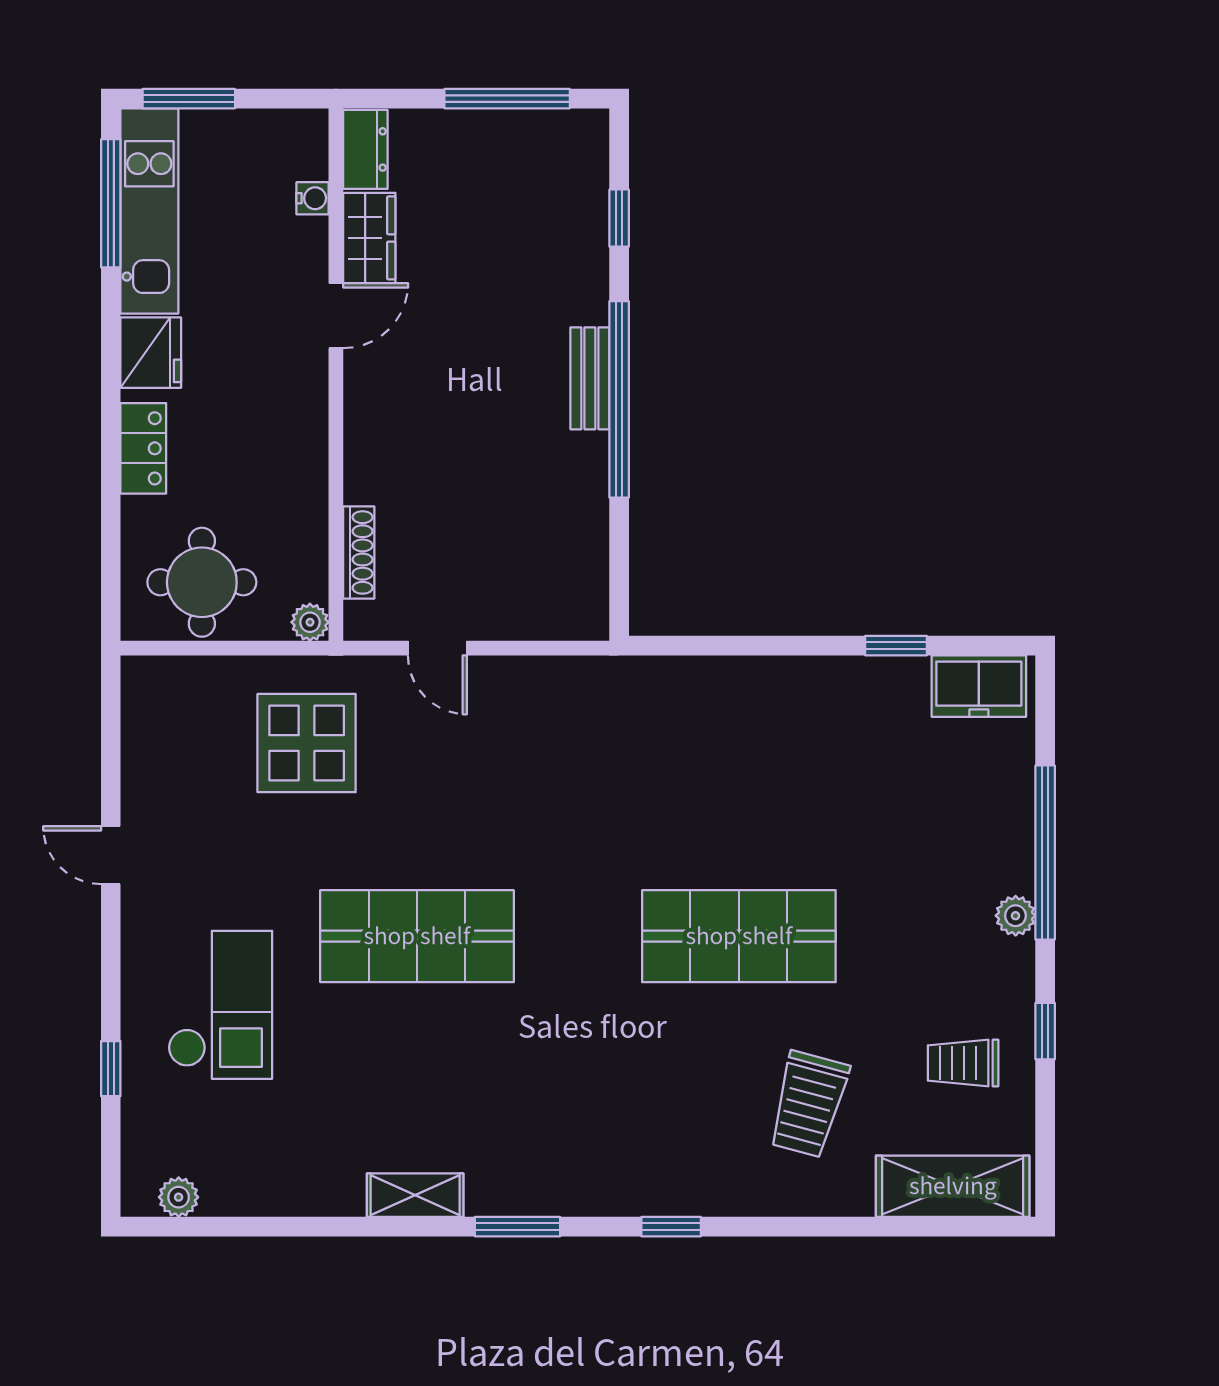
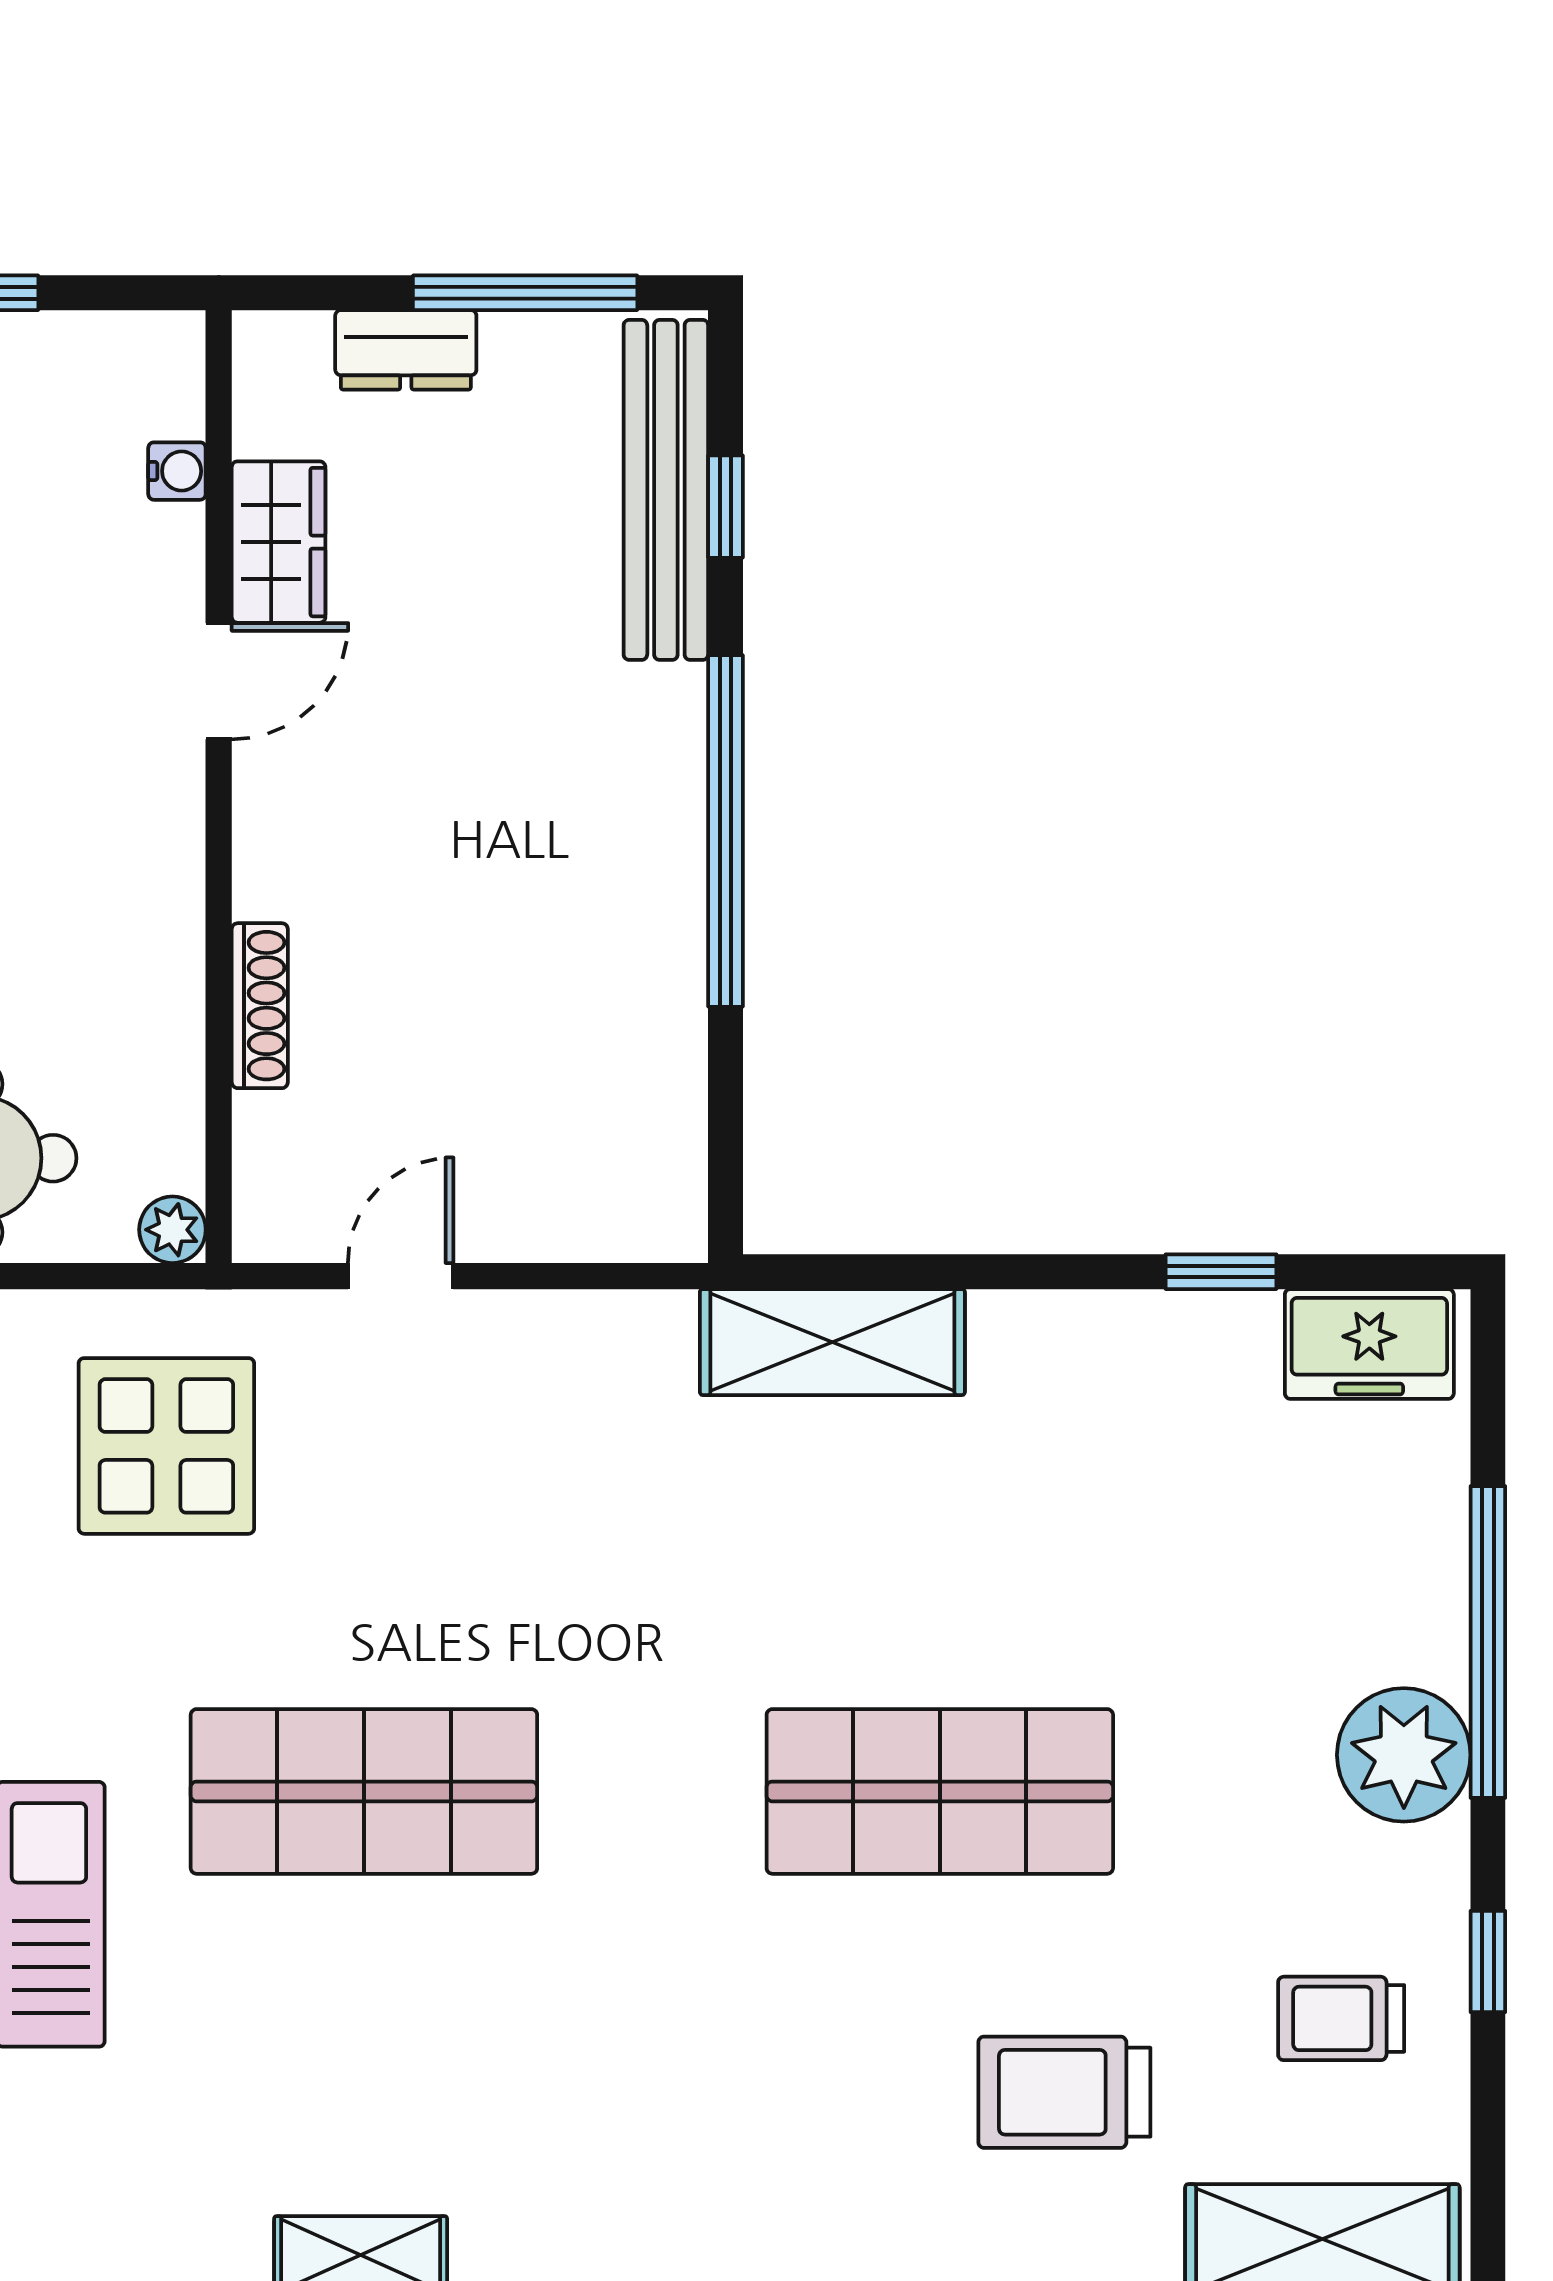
dresser: (365, 149) -> (406, 350), moved, turned 90
bench: (590, 378) -> (666, 490), moved, width x1.86, depth x1.21
shoe rack: (359, 552) -> (260, 1006), moved
door: (437, 648) -> (401, 1276), swing flipped
shelving: (679, 685) -> (832, 1342), added
plant: (1016, 916) -> (1404, 1755), width x1.88, depth x1.88
trolley: (808, 1104) -> (1064, 2092), turned 75

